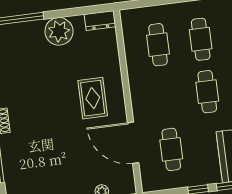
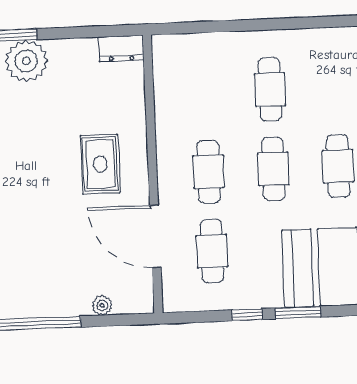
plant: (59, 31) -> (26, 61), moved
cafe table: (158, 45) -> (209, 172), moved

